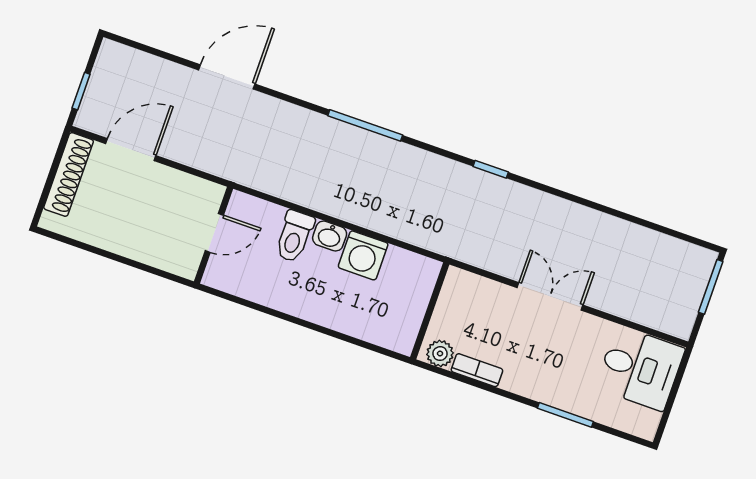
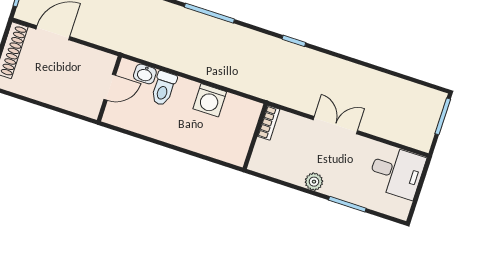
washbasin: (330, 236) -> (145, 74), moved
plant: (440, 354) -> (314, 182), moved
bookcase: (477, 370) -> (269, 123), moved, turned 90

